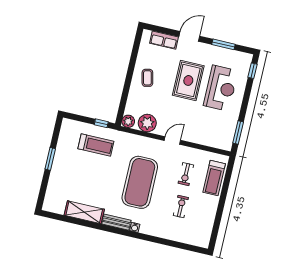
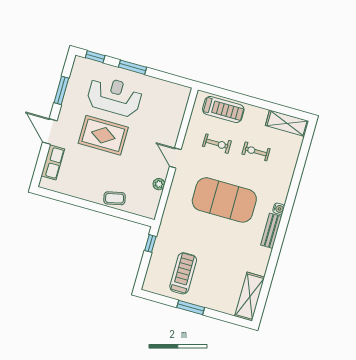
coffee table: (147, 78) -> (115, 198), moved
plant: (128, 121) -> (149, 211), removed
plant: (147, 123) -> (159, 184), width x0.53, depth x0.53
window: (238, 133) -> (132, 67), moved
treadmill: (96, 145) -> (183, 273), moved
shelving: (84, 212) -> (250, 297), moved
shelving: (205, 231) -> (287, 123), added

